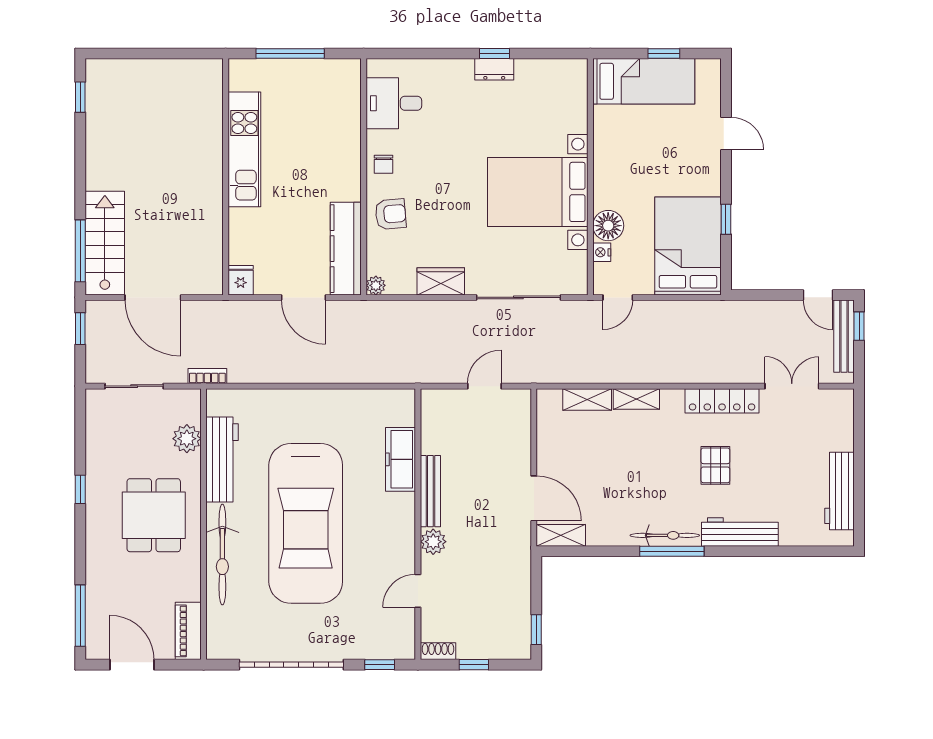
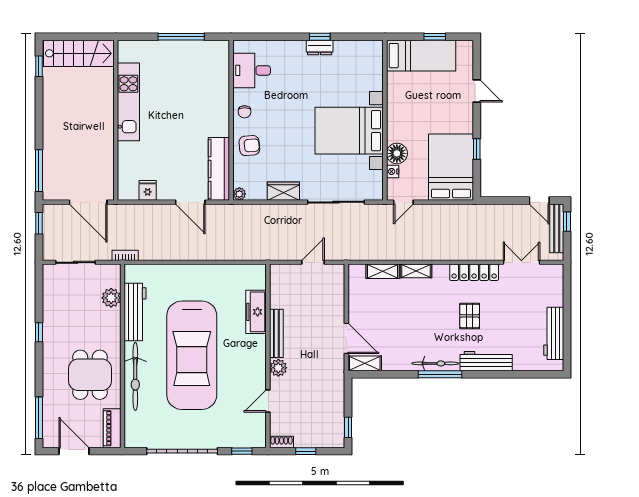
kitchen unit: (244, 149) -> (128, 102), moved
wall: (226, 177) -> (116, 120), moved
stairs: (105, 243) -> (79, 53), moved, turned 90
dining table: (154, 515) -> (90, 375), moved

